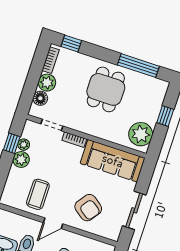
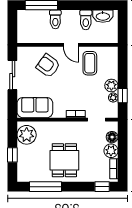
sofa: (113, 161) -> (35, 108), width x0.73
door: (53, 223) -> (71, 45), swing flipped

